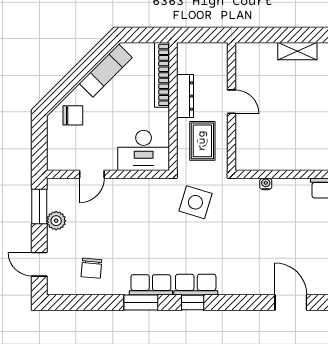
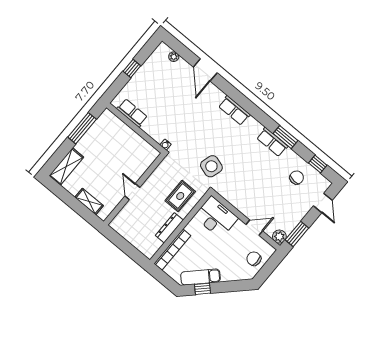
window: (93, 59) -> (202, 289), added
door: (232, 102) -> (132, 192), moved
wall: (232, 106) -> (134, 189), moved
chair: (73, 115) -> (254, 259), moved
plant: (56, 221) -> (279, 237), moved
row of seats: (196, 285) -> (234, 110), moved
window: (193, 302) -> (318, 164), moved

